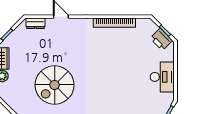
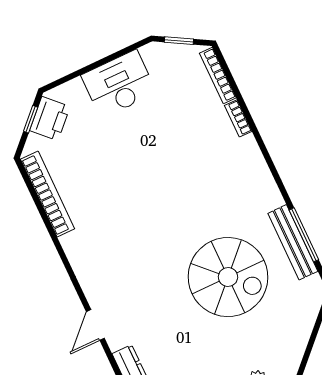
bookcase: (114, 23) -> (48, 194), moved

